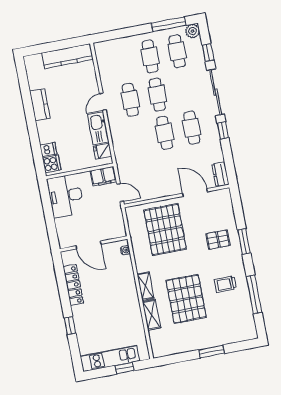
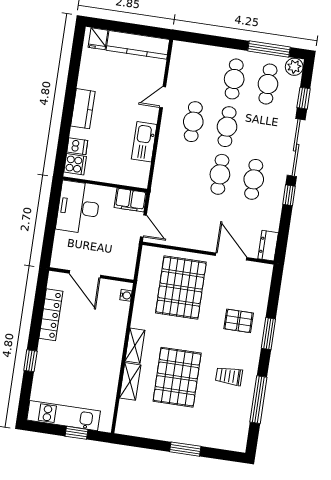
door: (103, 102) -> (163, 97), moved
kitchen counter: (40, 105) -> (83, 109), moved
fridge: (103, 151) -> (98, 39), moved, turned -90

